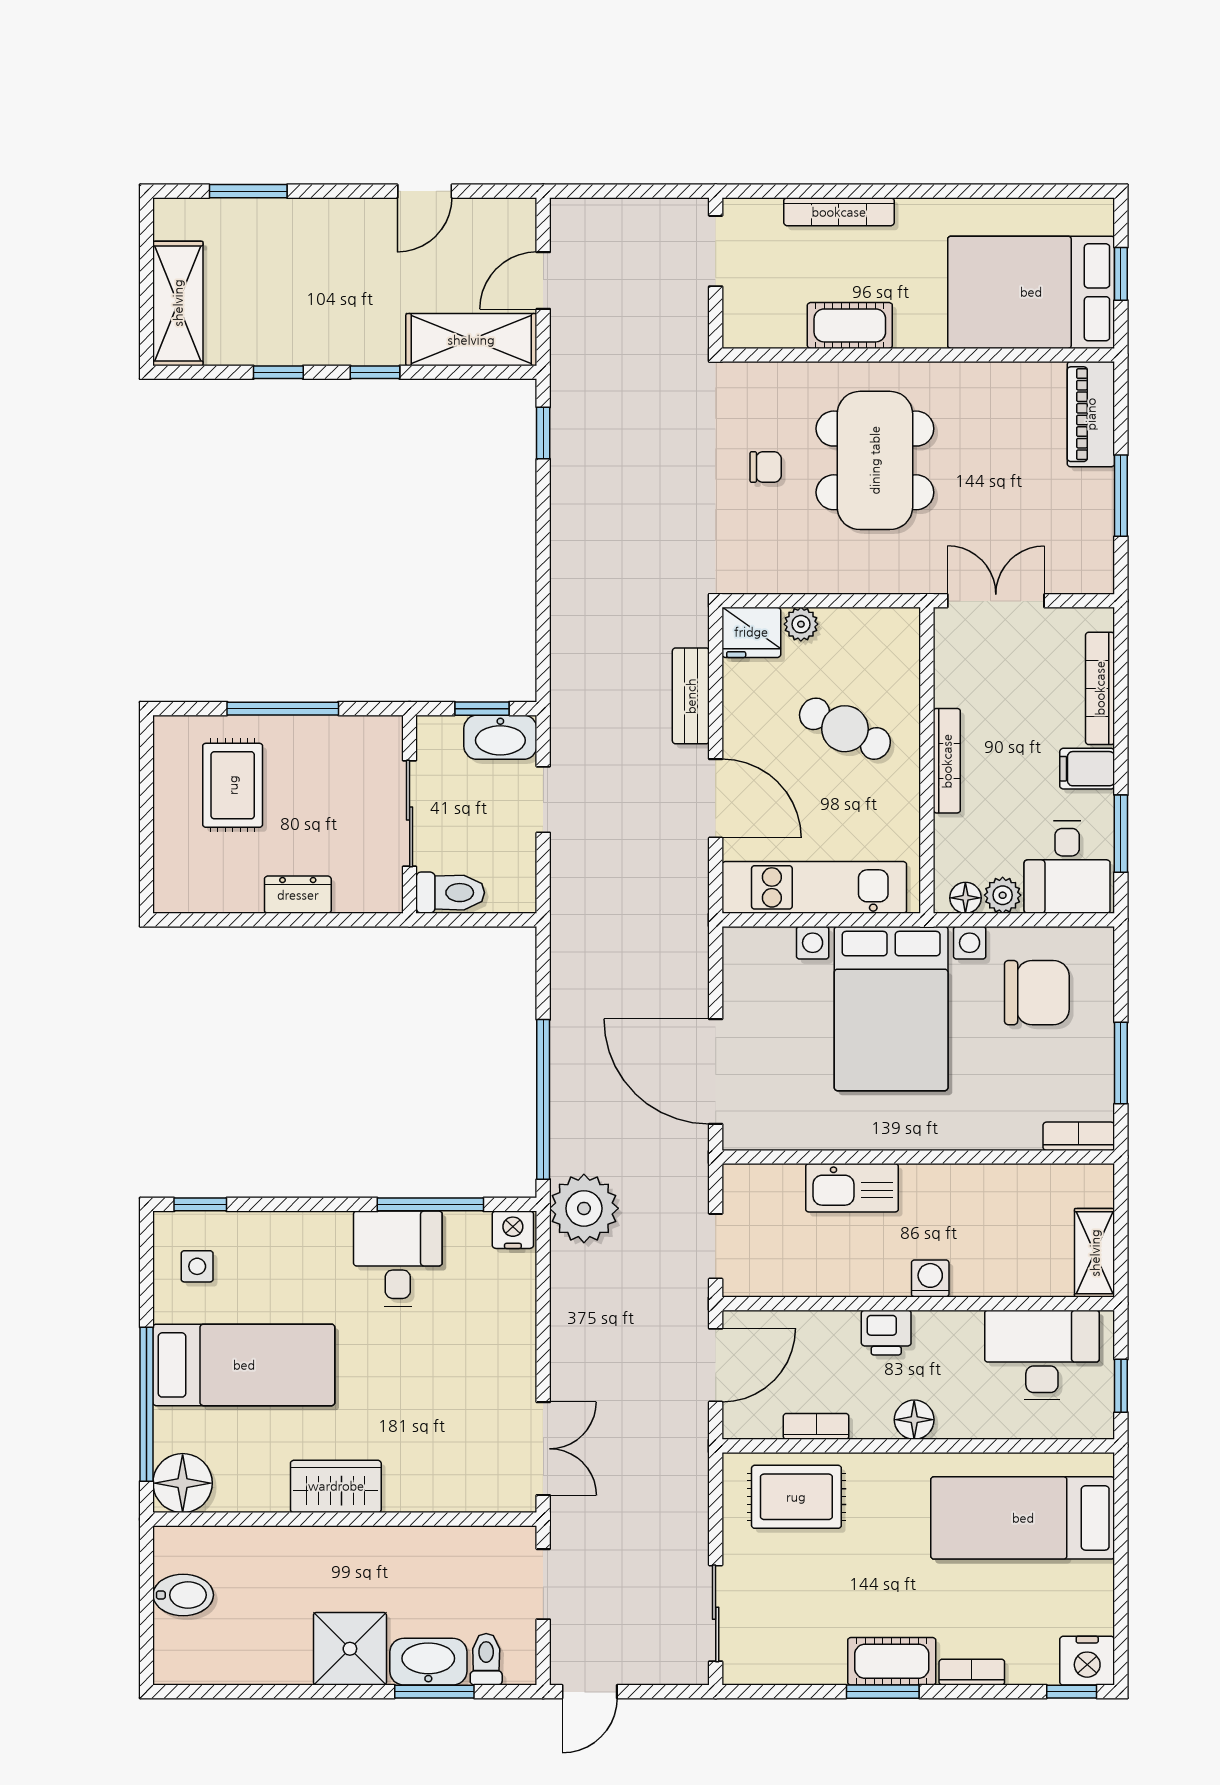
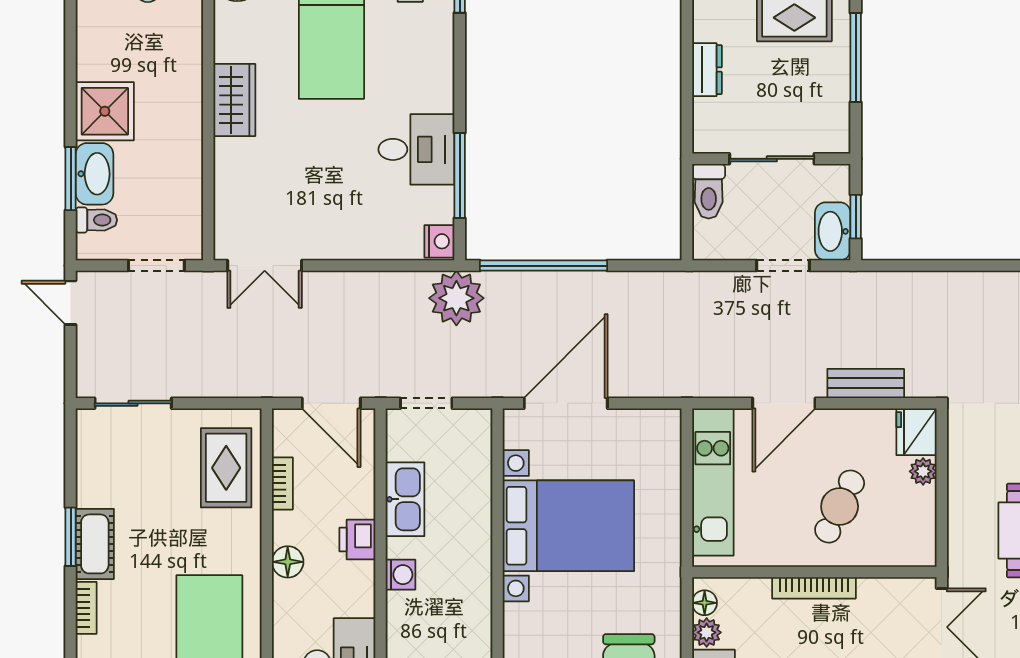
bed with nightstands: (891, 1009) -> (568, 526), moved, turned 180
kitchen sink: (852, 1188) -> (405, 499), moved, turned 180

